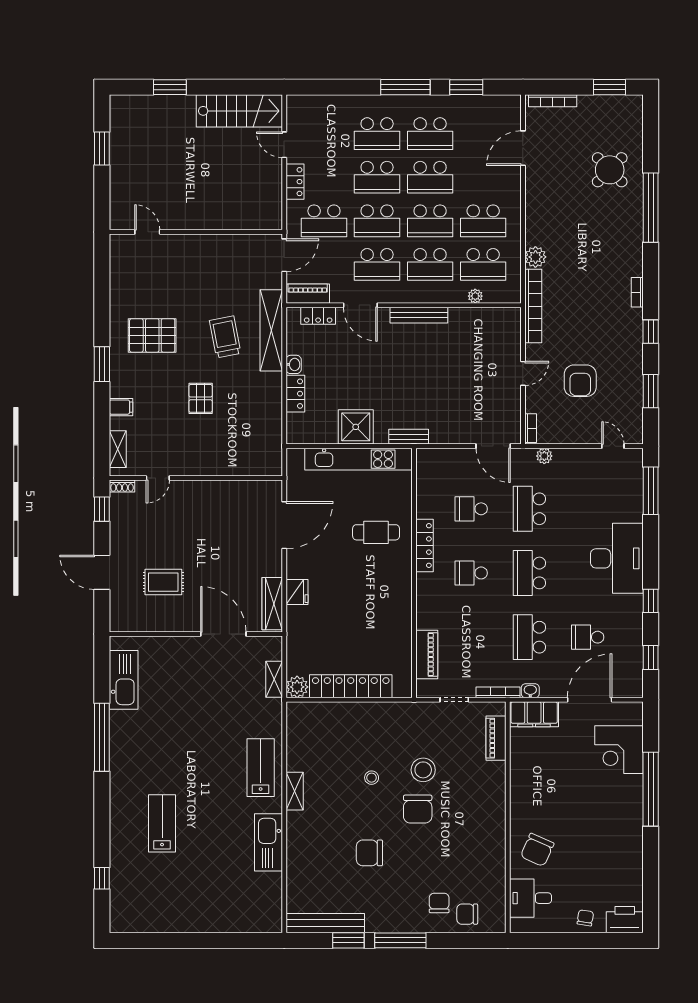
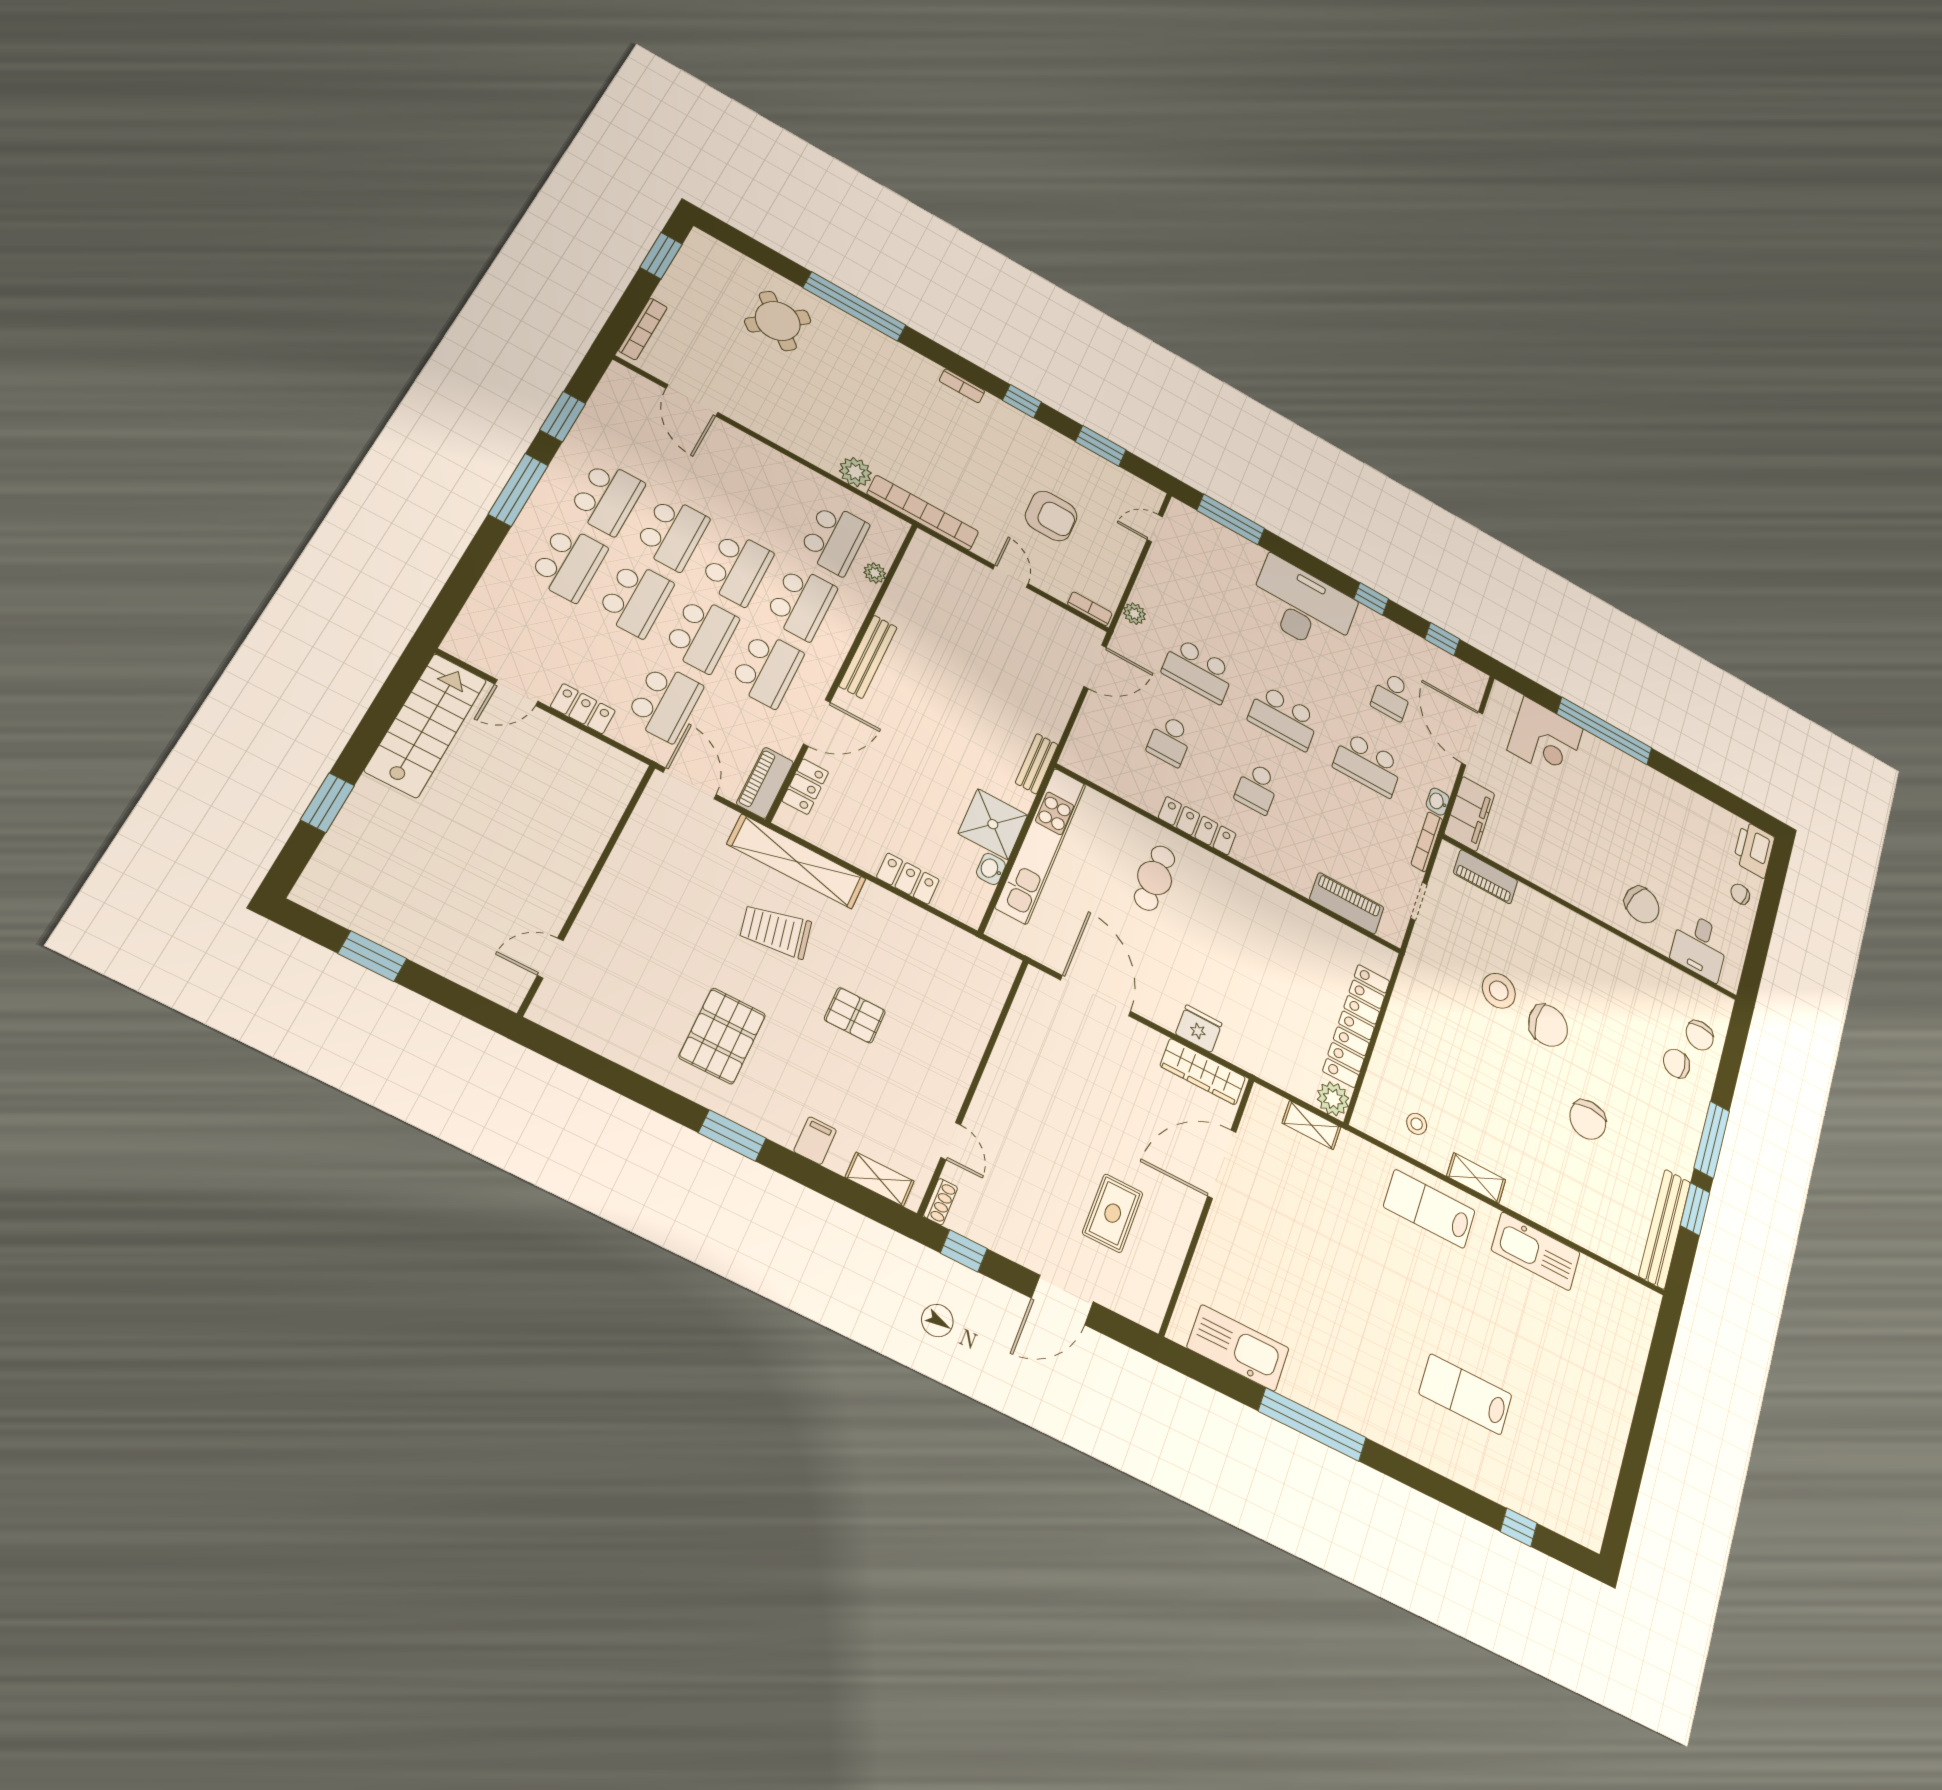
school desk: (483, 221) -> (771, 504), removed
washbasin: (294, 364) -> (991, 869), moved, turned -90
stool: (372, 778) -> (1417, 1124), moved

